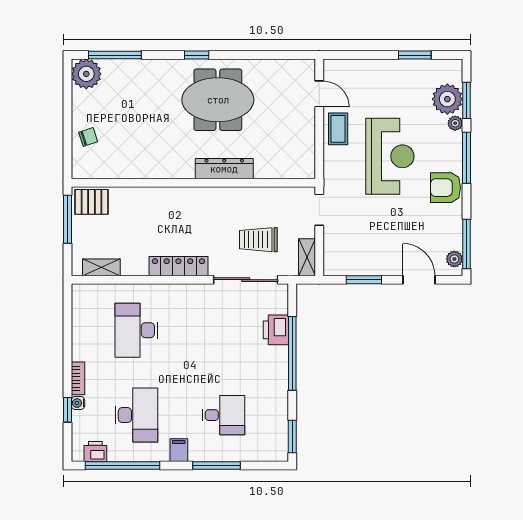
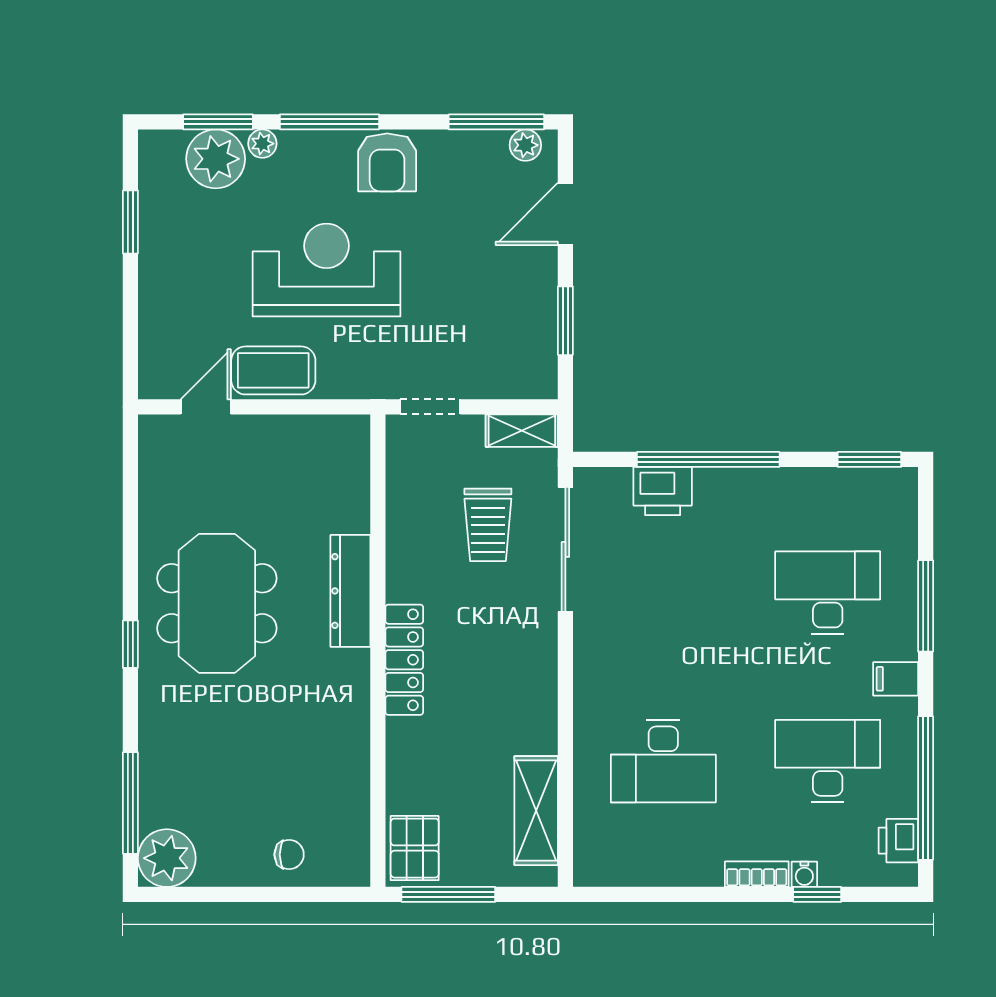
coffee table: (338, 129) -> (273, 370), width x1.36, depth x1.30
chair: (88, 137) -> (289, 855), turned 108
locker: (178, 266) -> (404, 660), moved, turned 180
shelving: (101, 267) -> (536, 811), width x1.50, depth x1.33
desk: (223, 415) -> (828, 593), width x1.37

